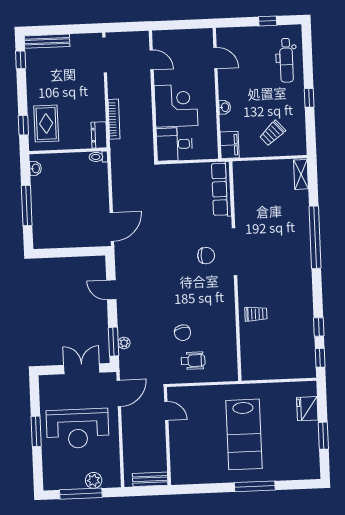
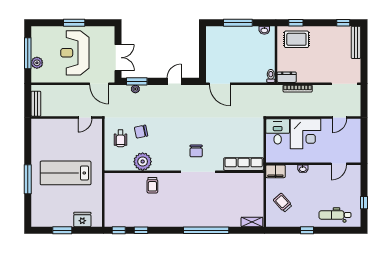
plant: (224, 329) -> (143, 162), added

